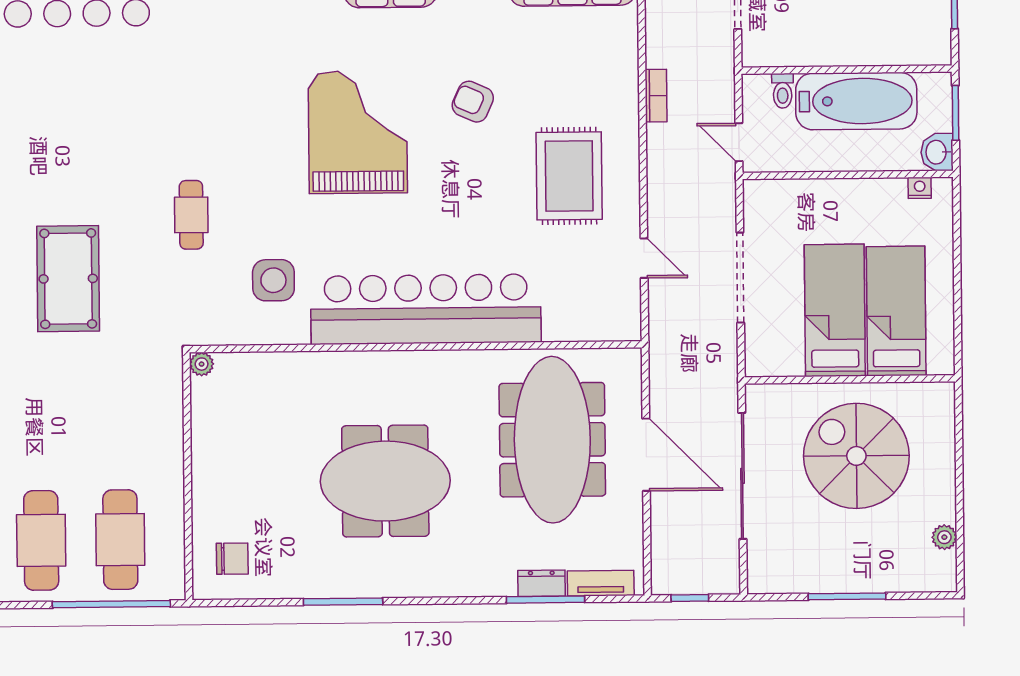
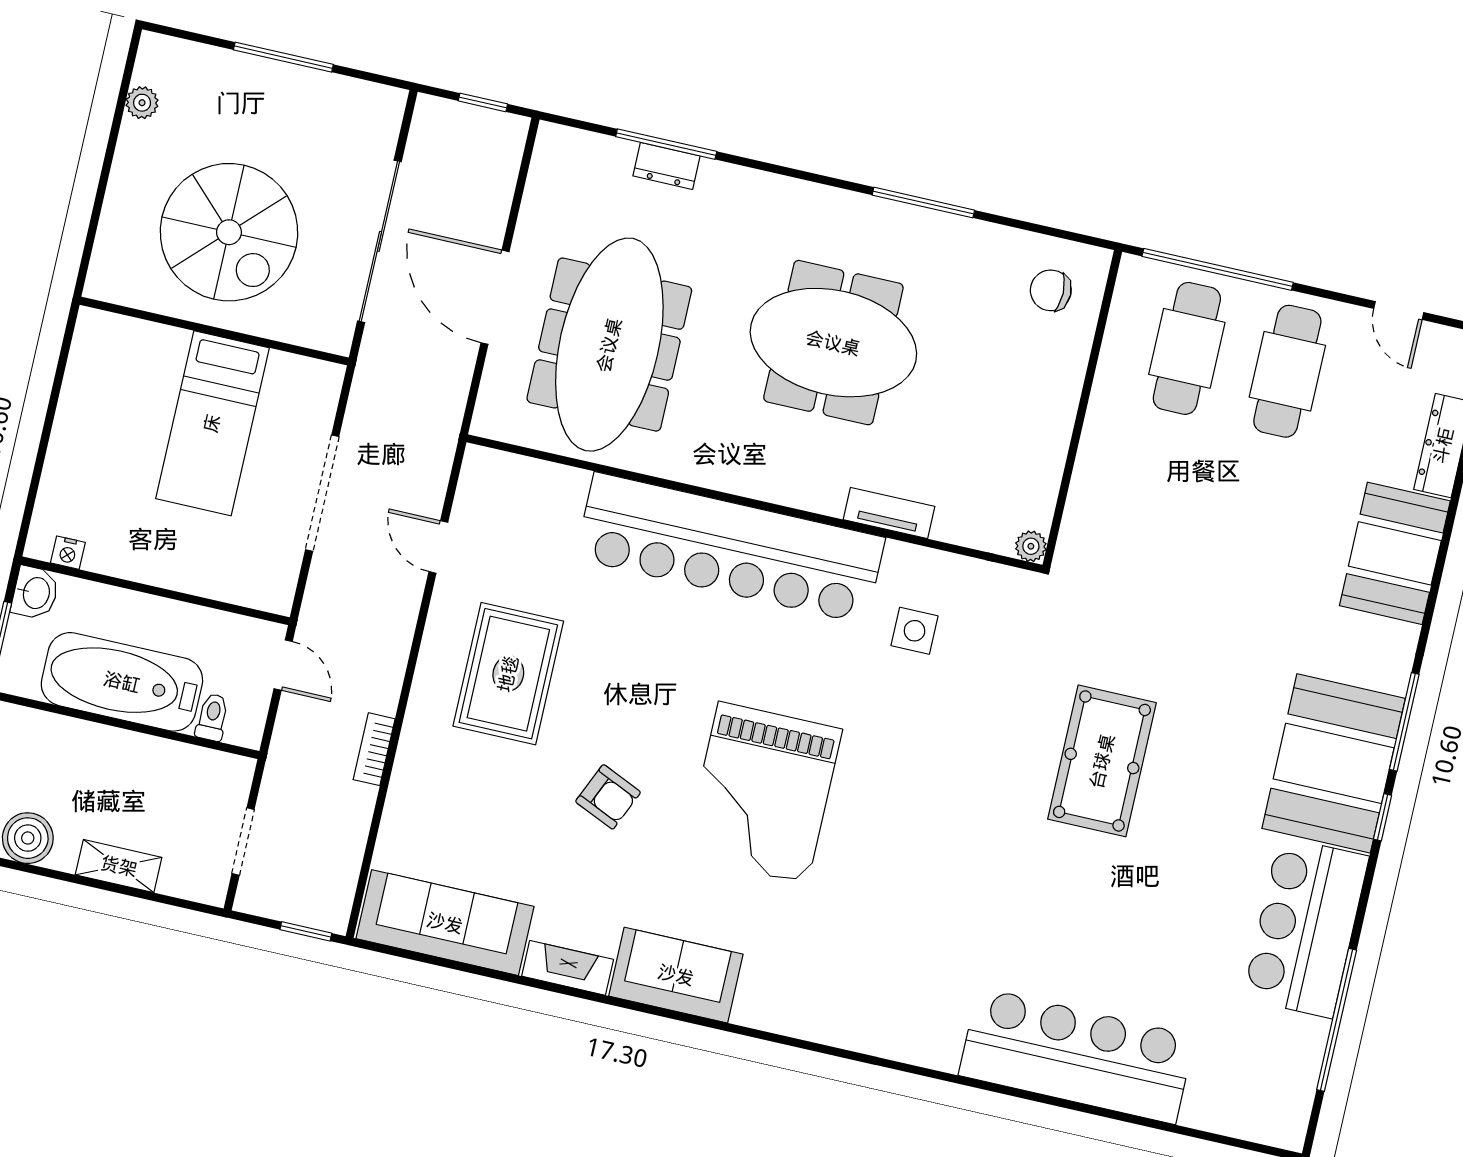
cafe table: (191, 215) -> (999, 738), removed
pool table: (68, 279) -> (1102, 761), moved
side table: (273, 280) -> (915, 631), width x0.73, depth x0.73
bed: (896, 311) -> (135, 404), removed
tv unit: (601, 583) -> (889, 513), moved, turned 180

